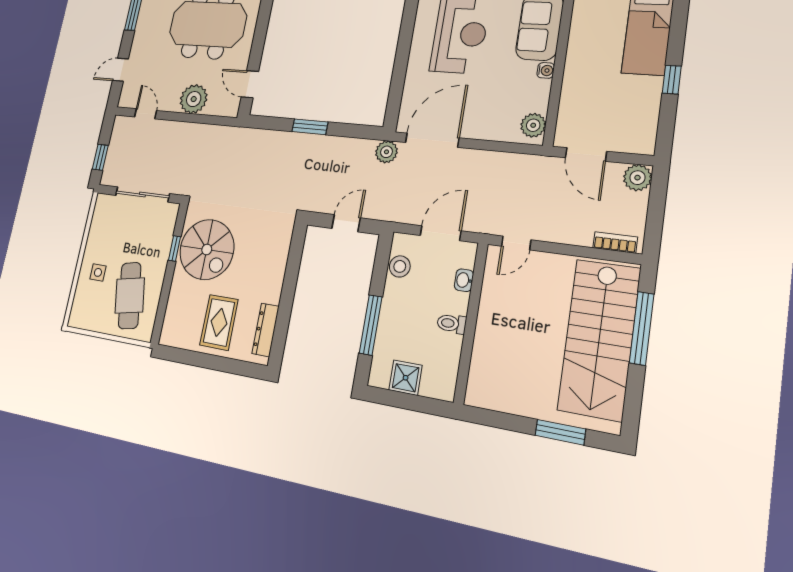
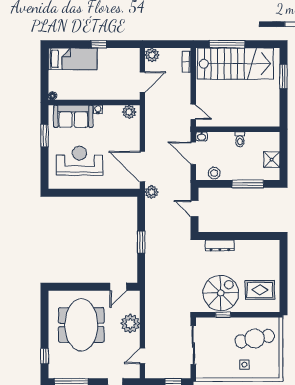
washbasin: (464, 280) -> (202, 136), moved
rug: (219, 322) -> (260, 290), moved
dresser: (265, 330) -> (220, 245), moved

